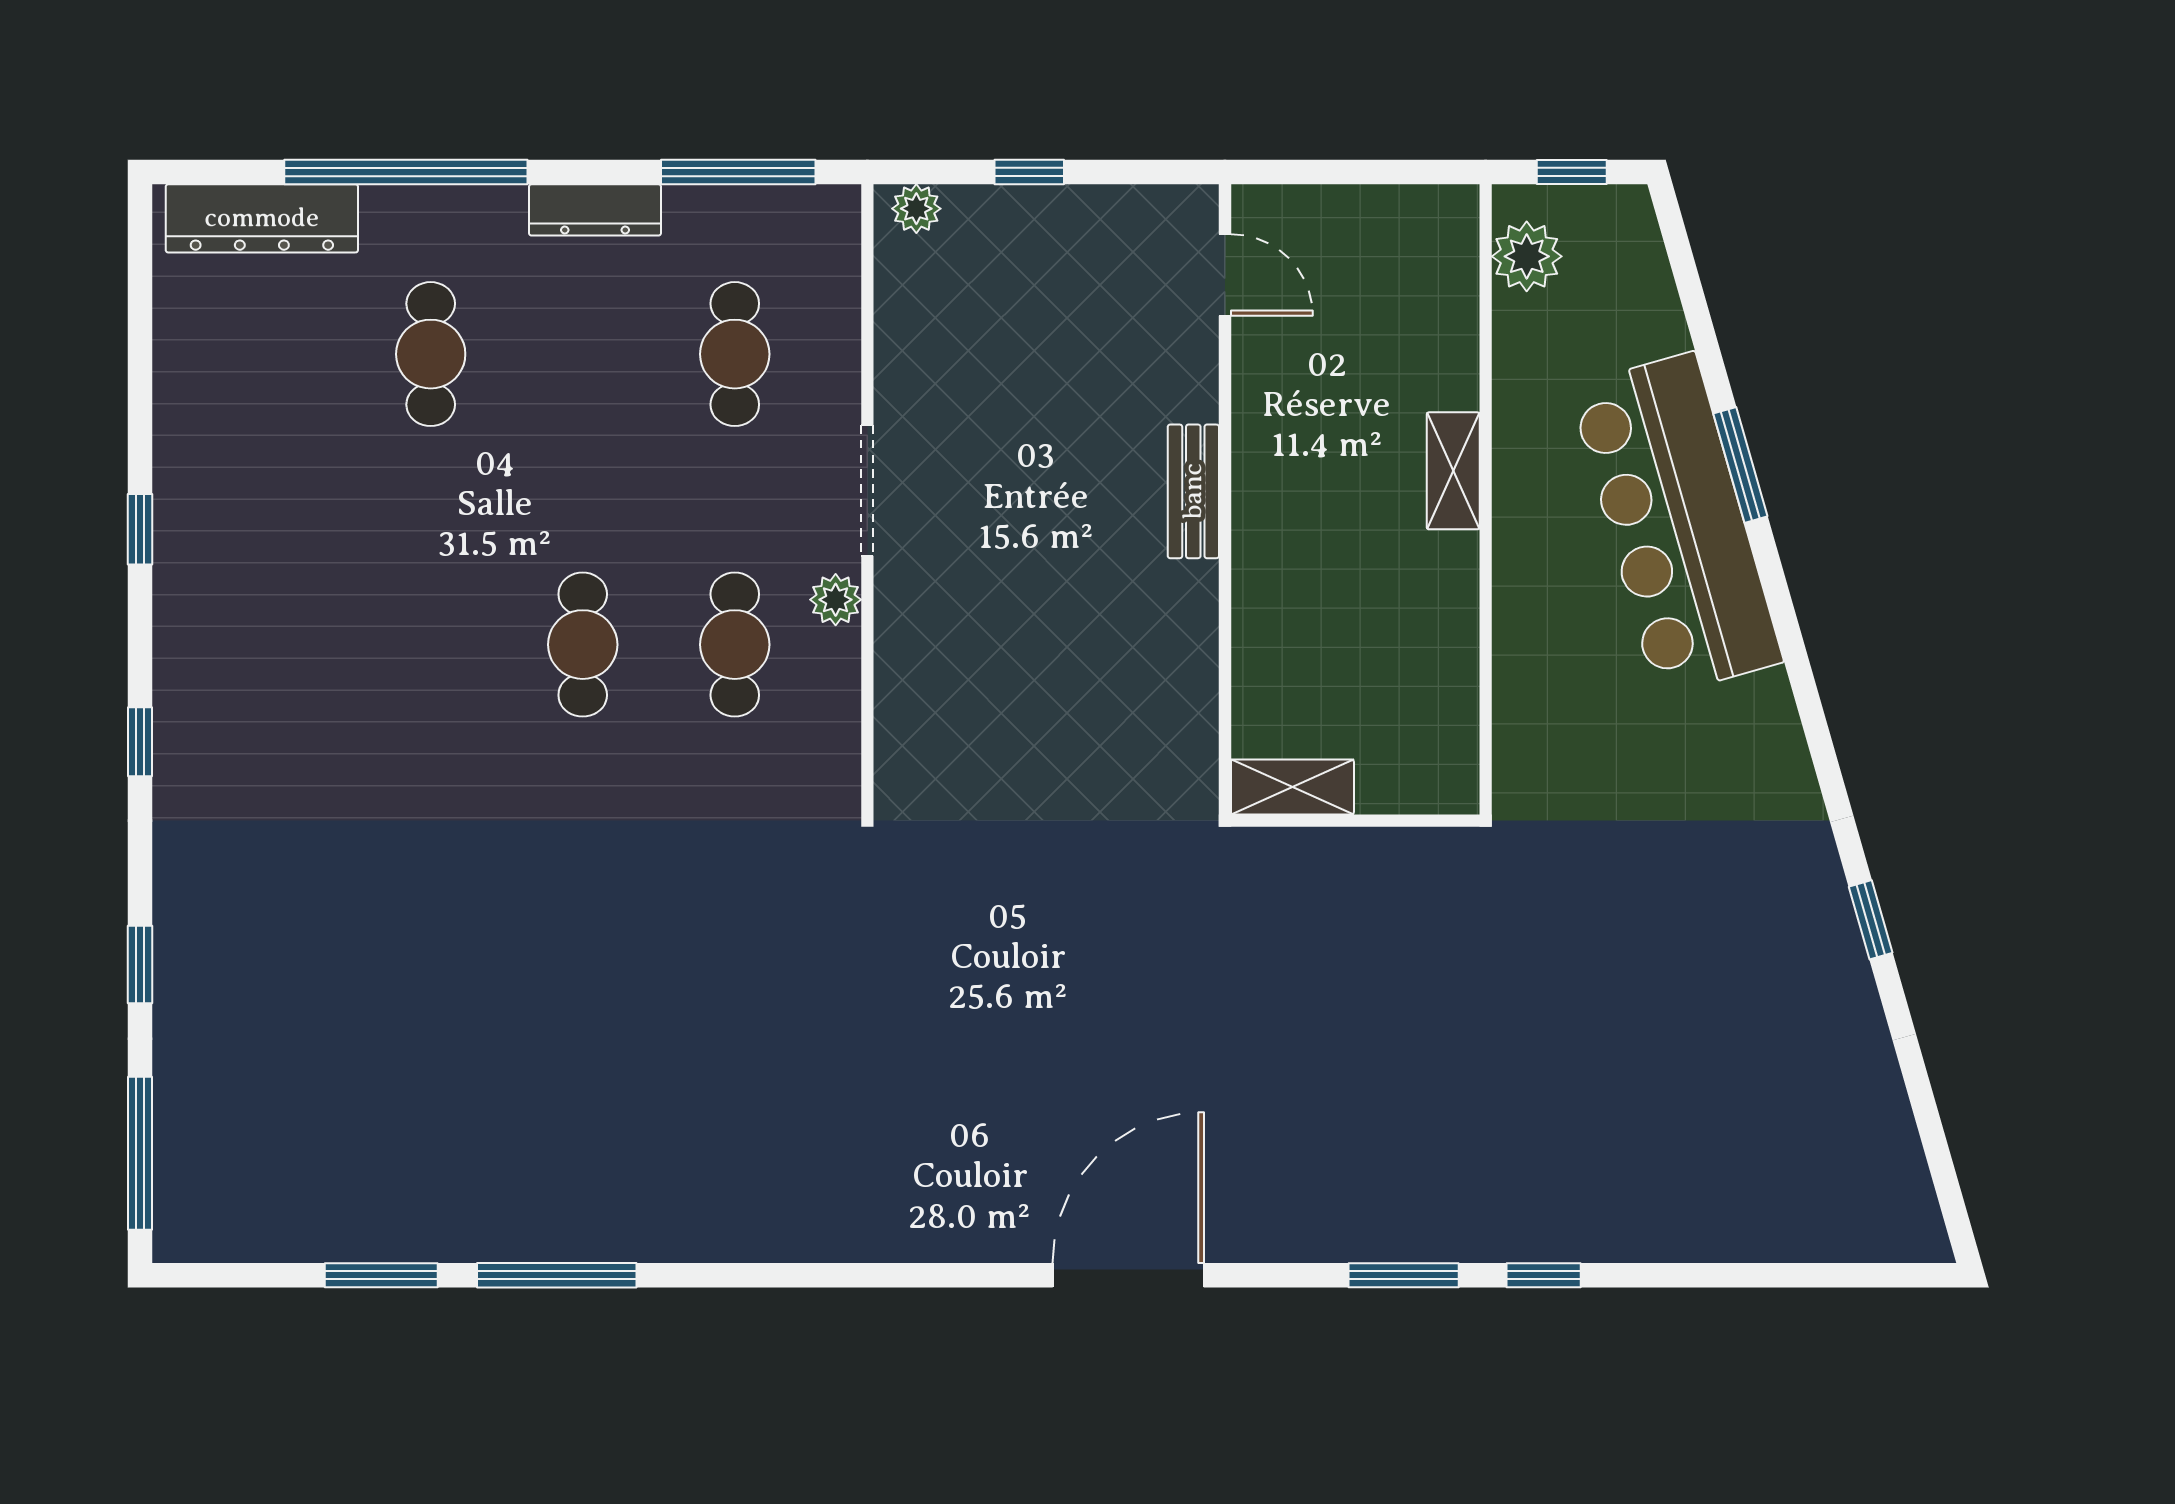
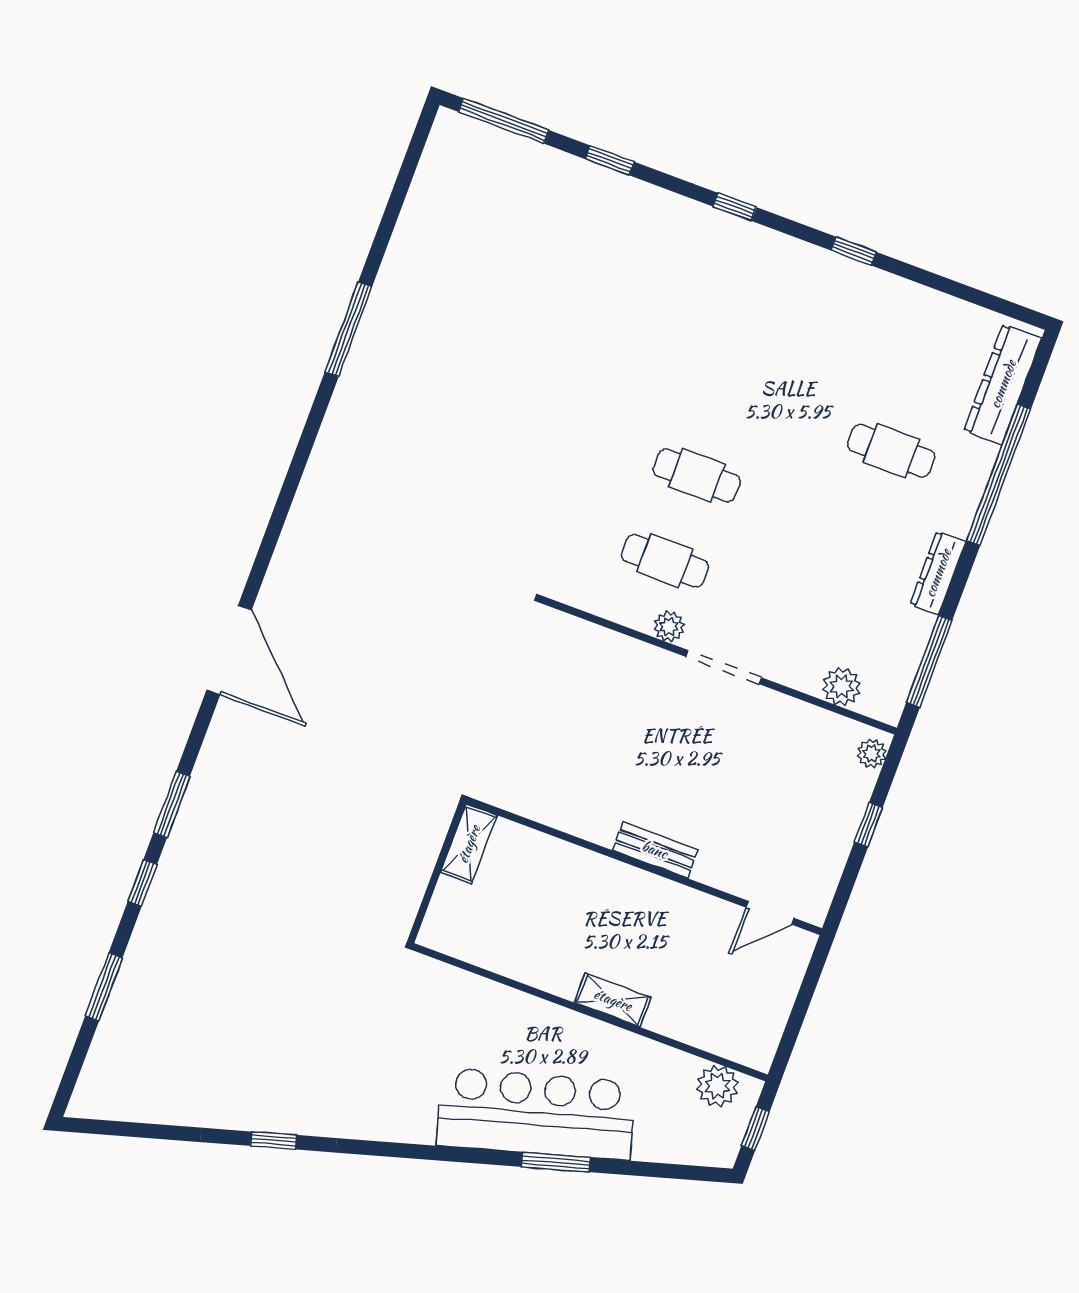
plant: (829, 295) -> (842, 687), added
cafe table: (735, 354) -> (828, 621), removed
window: (381, 1275) -> (104, 987), moved

